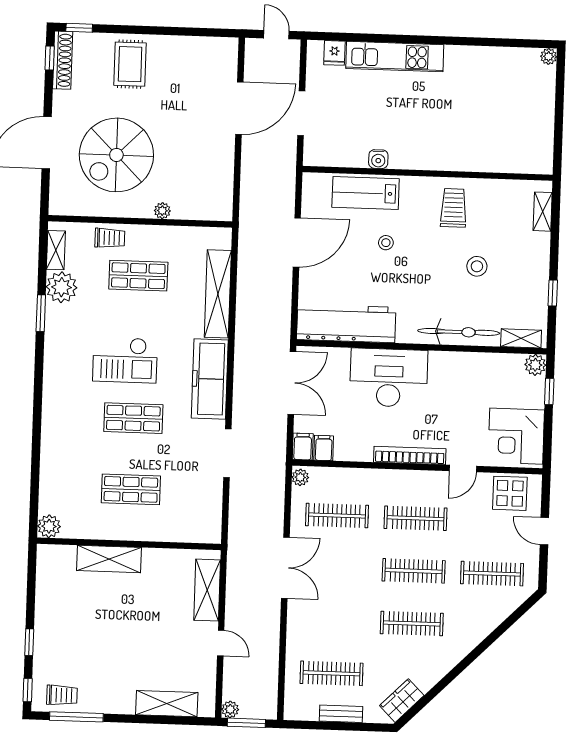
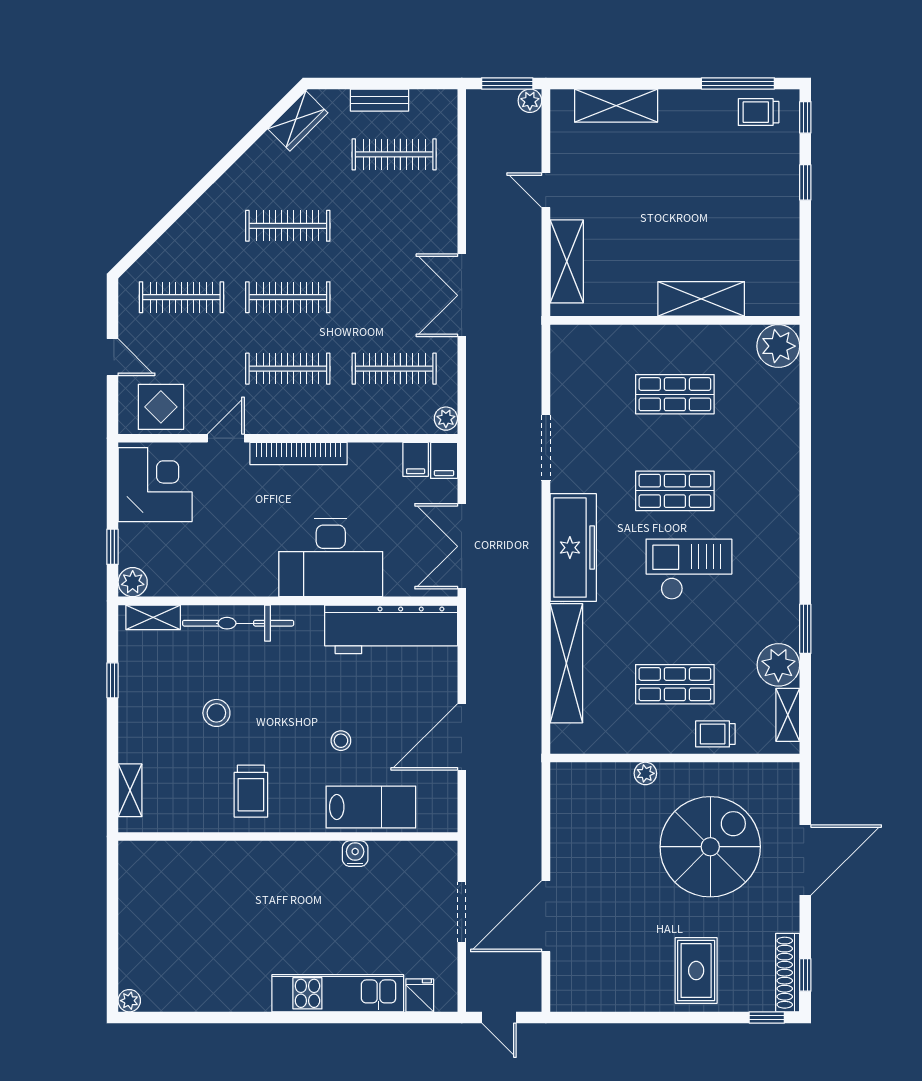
plant: (49, 526) -> (778, 346), width x1.36, depth x1.36

